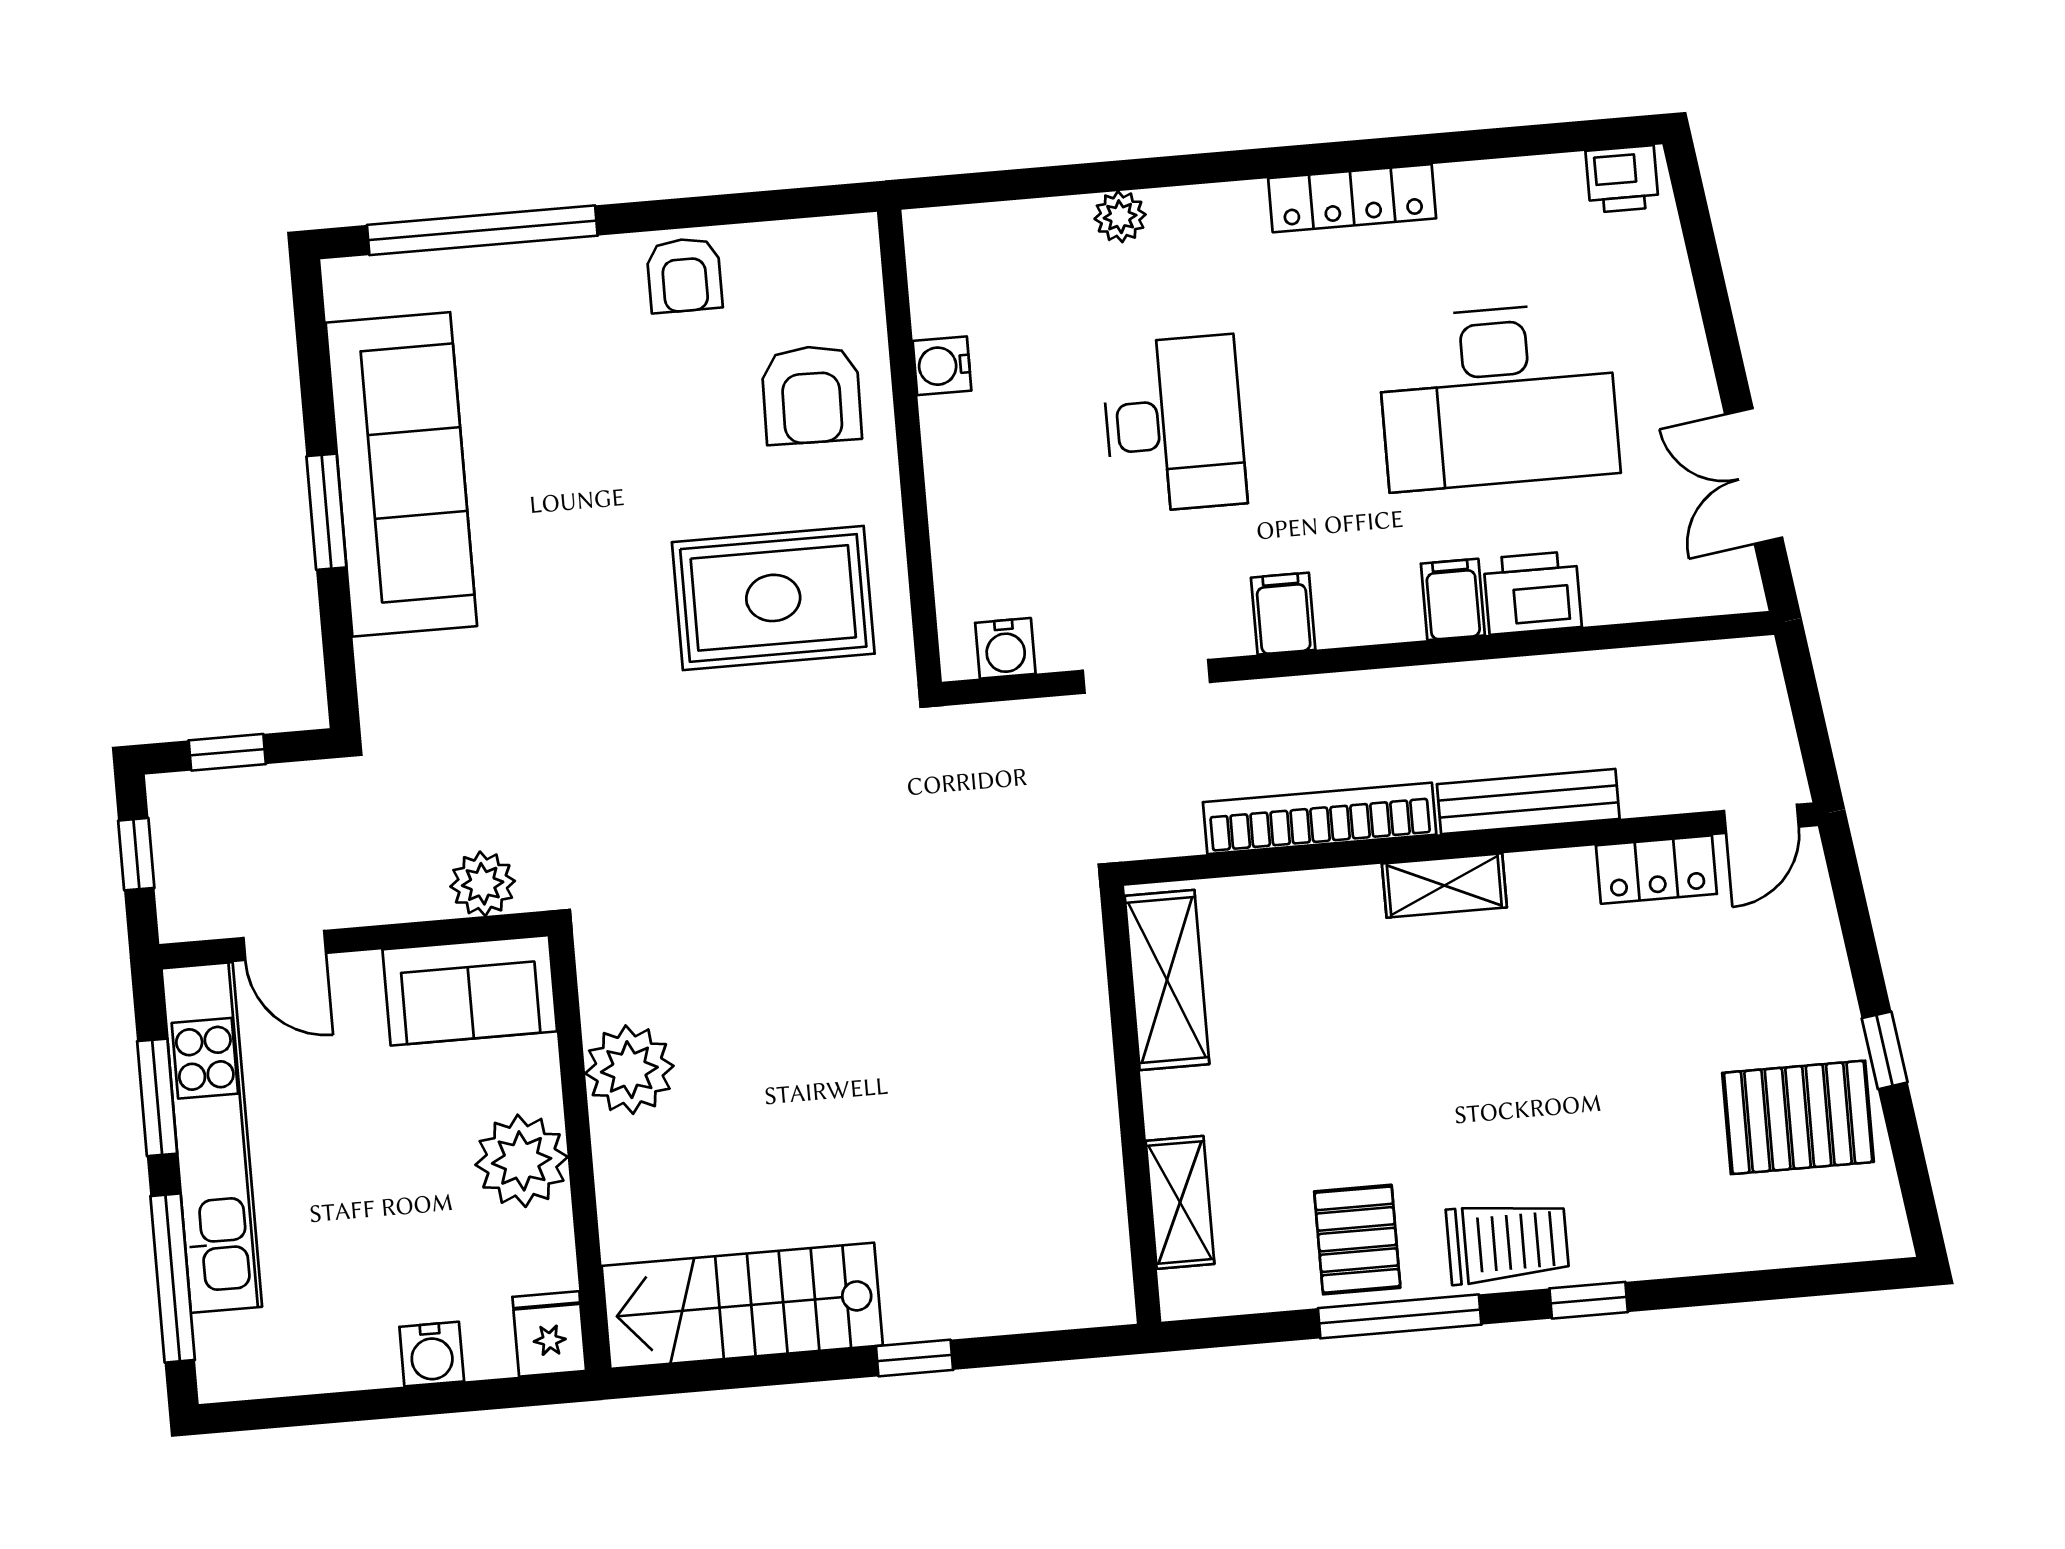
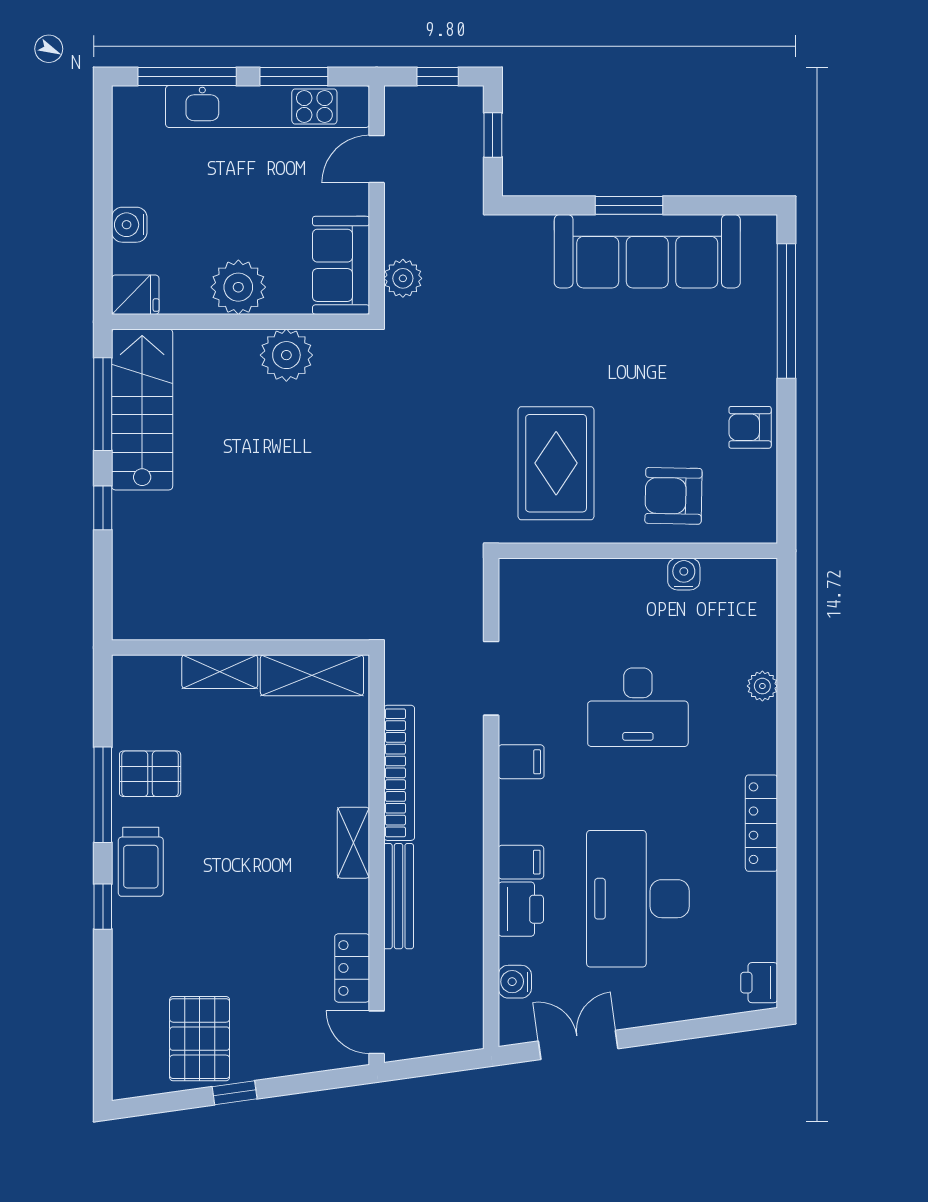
water cooler: (1005, 648) -> (515, 982), moved
shelving: (1180, 1202) -> (220, 672), moved
window: (739, 1373) -> (103, 404), added

